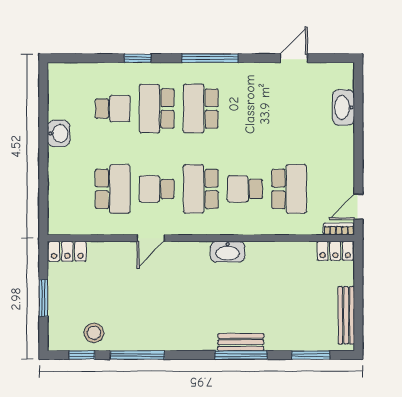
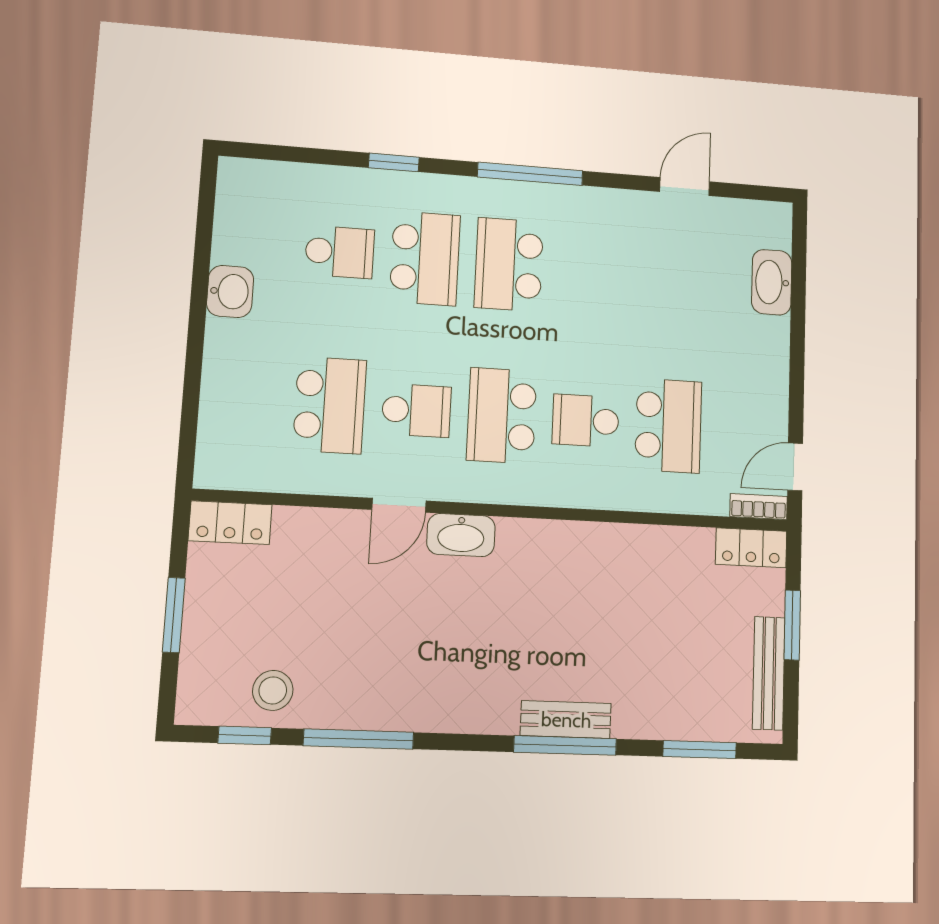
school desk: (157, 109) -> (425, 258), turned 180
school desk: (157, 189) -> (416, 410), turned 180
washbasin: (228, 252) -> (461, 535), moved
window: (358, 290) -> (792, 625), added

